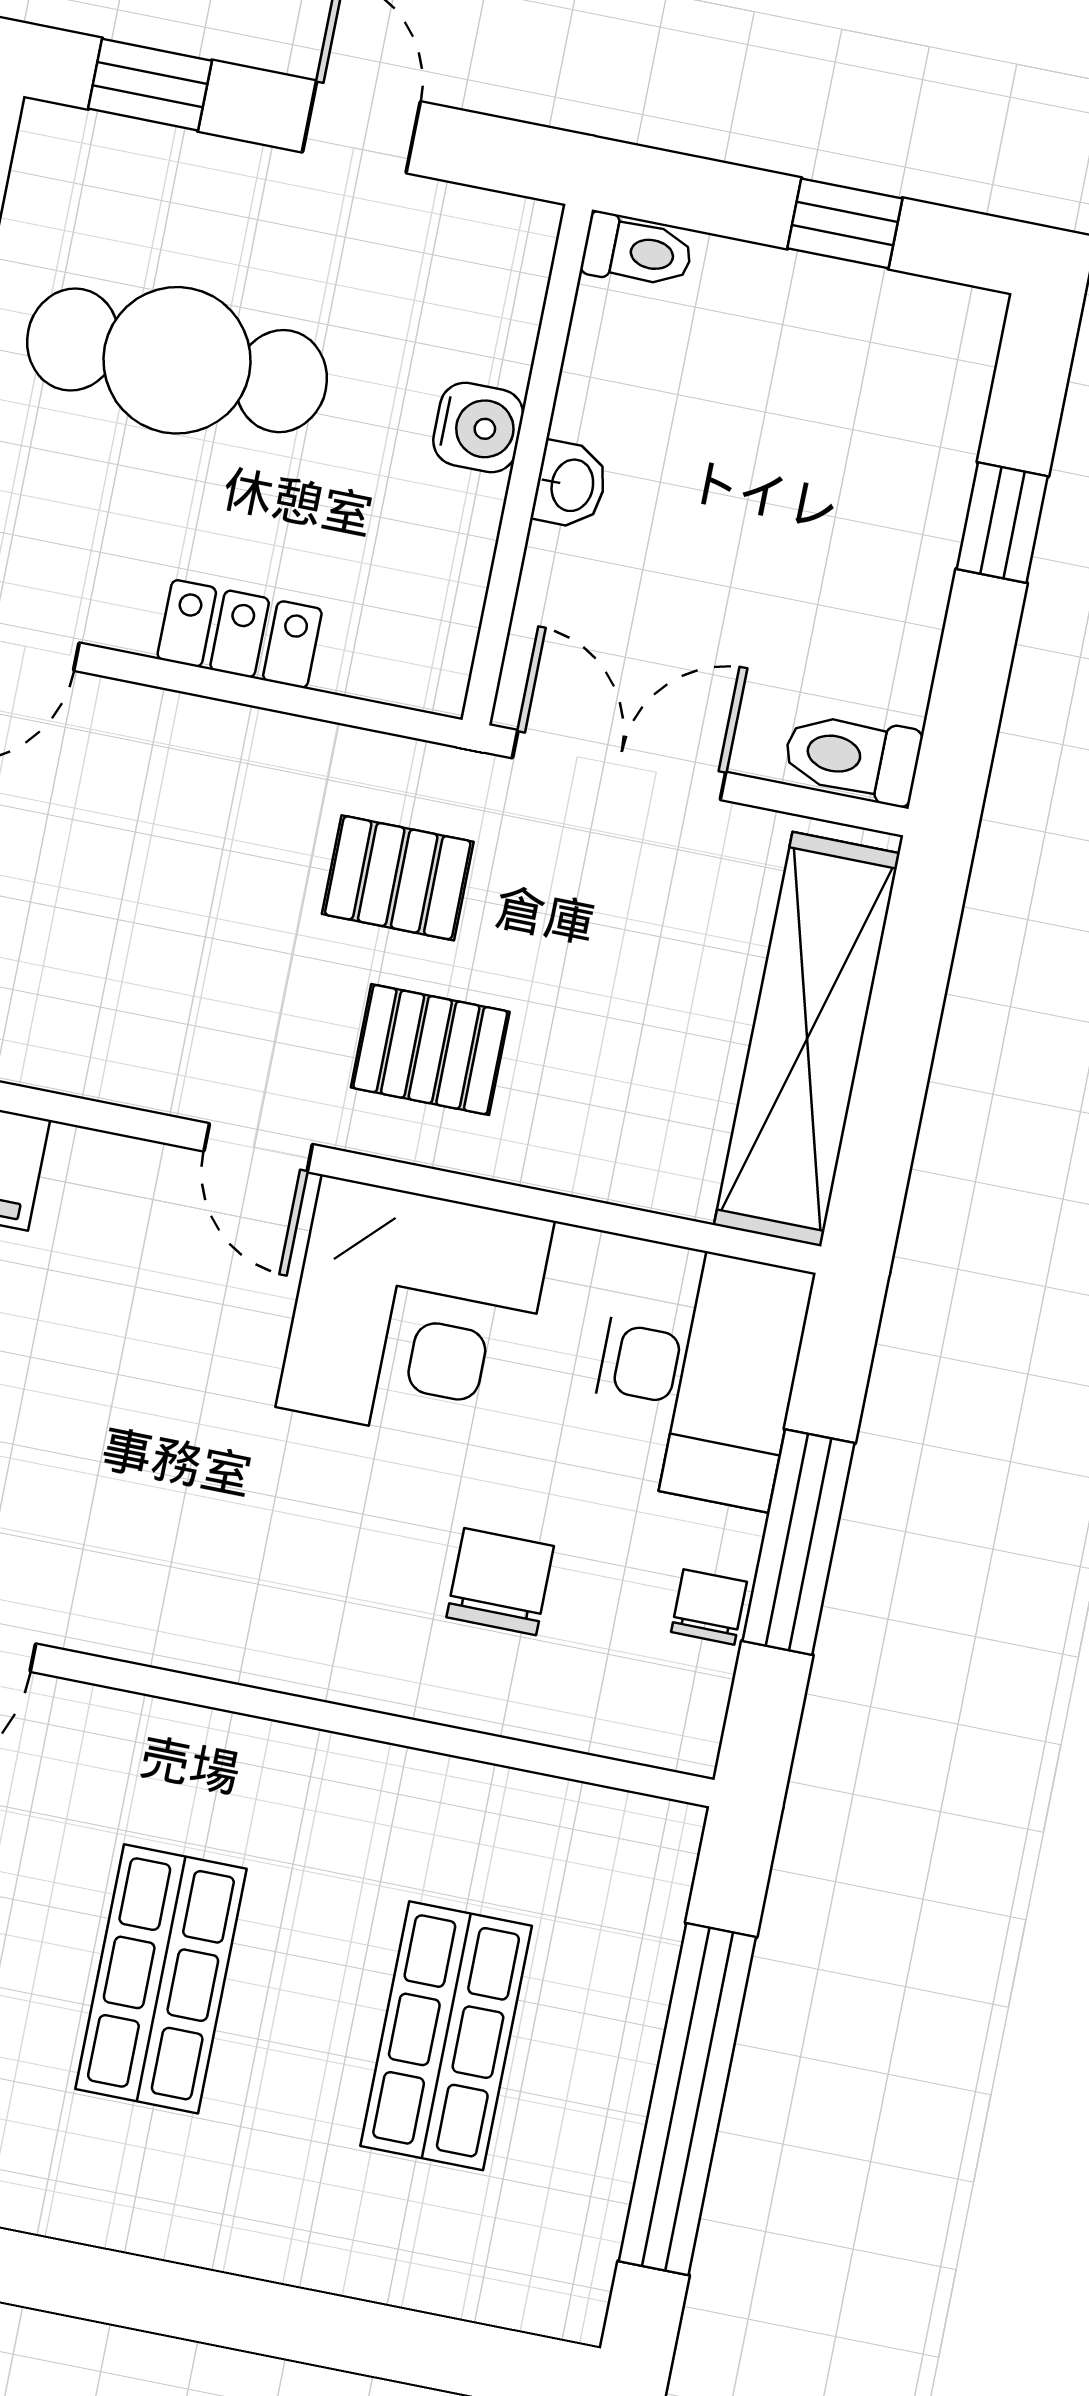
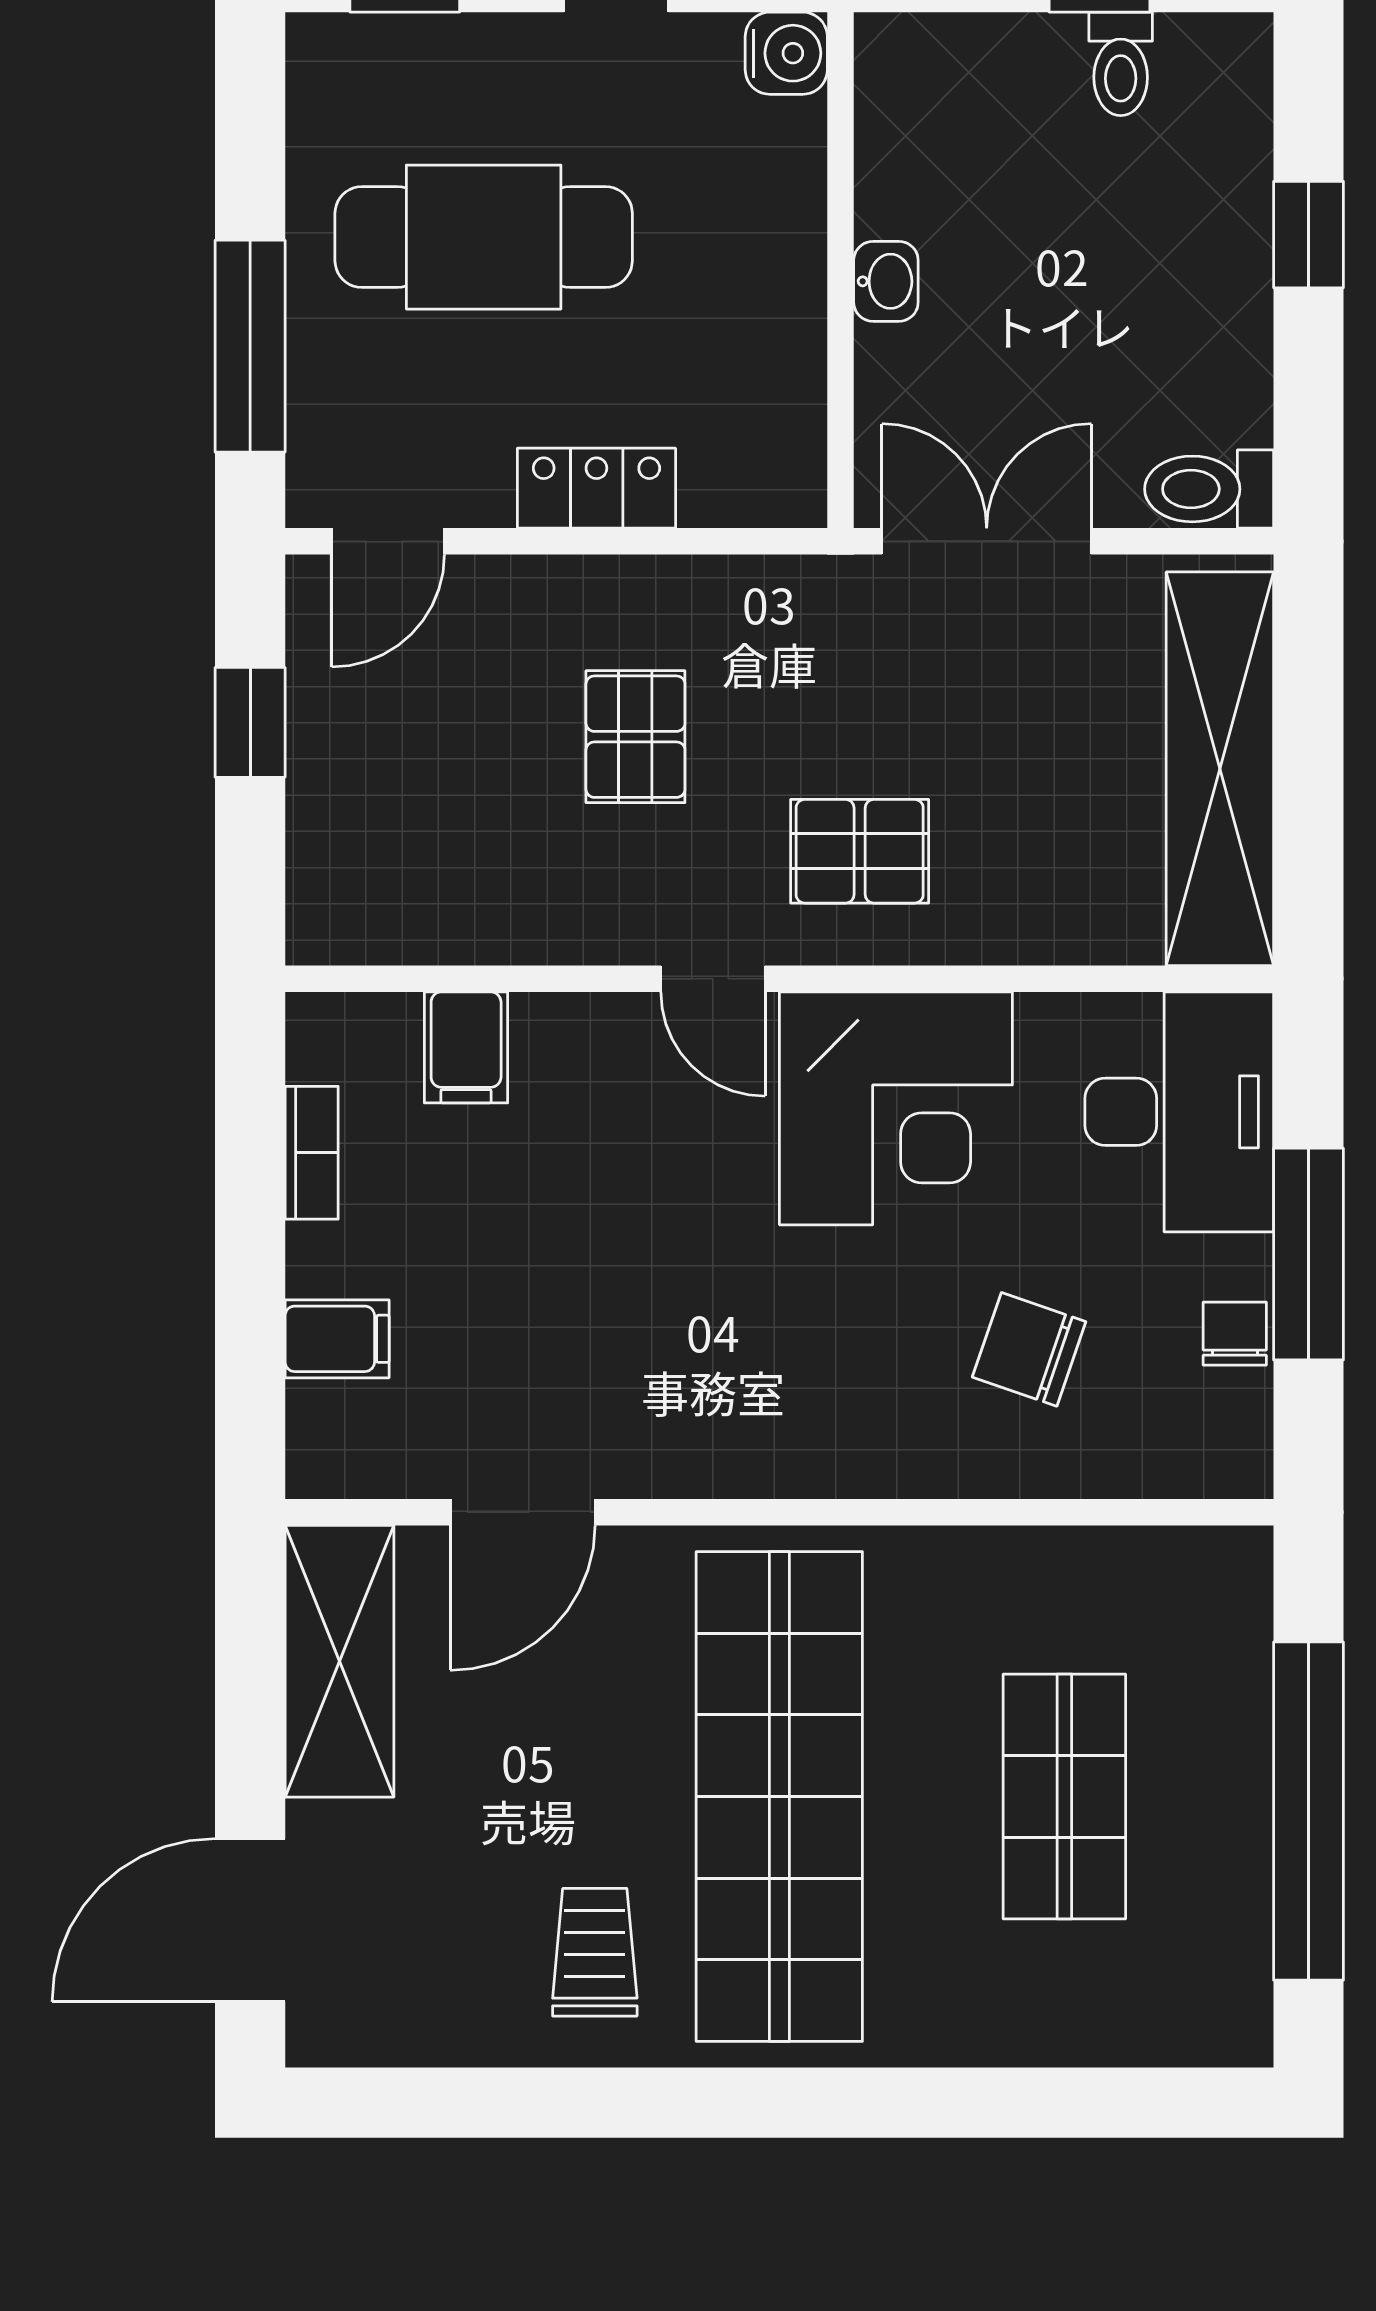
toilet: (637, 251) -> (1121, 64), moved, turned 90
water cooler: (478, 428) -> (786, 53), moved
pallet: (398, 878) -> (635, 737), moved, turned 90
chair: (500, 1582) -> (1029, 1349), turned -71
shop shelf: (161, 1979) -> (779, 1797), width x2.00, depth x1.36

